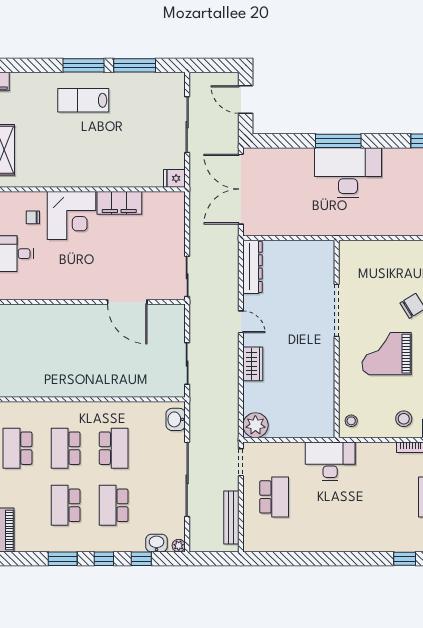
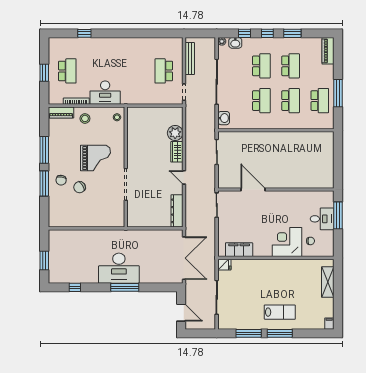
filing cabinet: (119, 203) -> (239, 250), moved
plant: (255, 425) -> (175, 133), moved
school desk: (114, 448) -> (261, 101), turned 180
desk: (330, 461) -> (105, 93), moved

